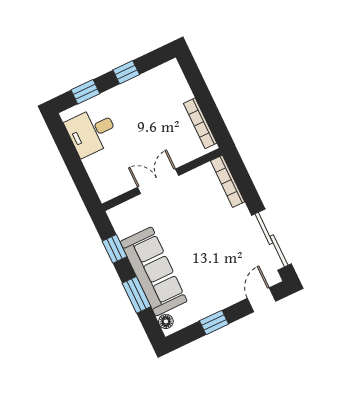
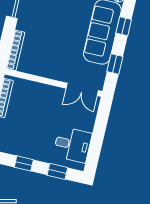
double door: (158, 181) -> (82, 89), moved
window: (137, 295) -> (124, 26), width x0.67

